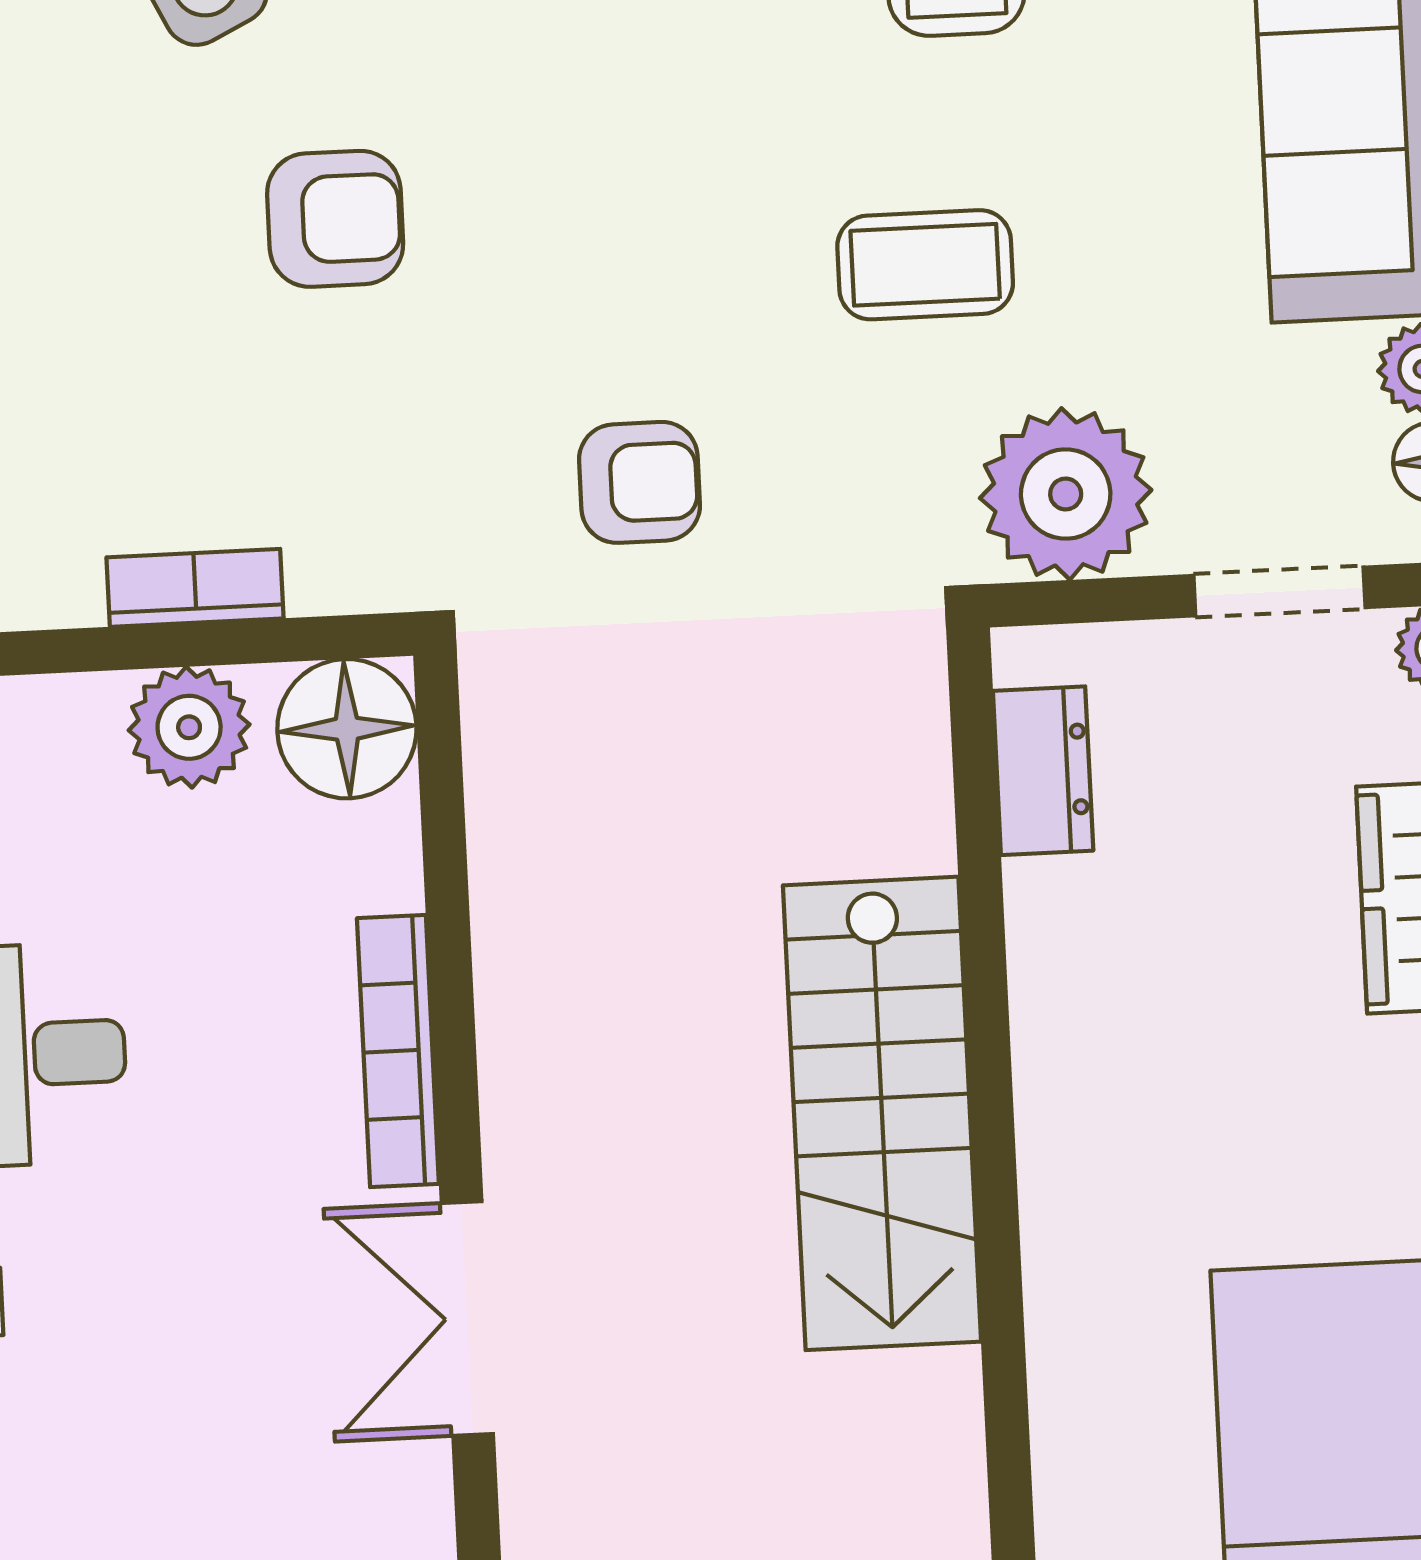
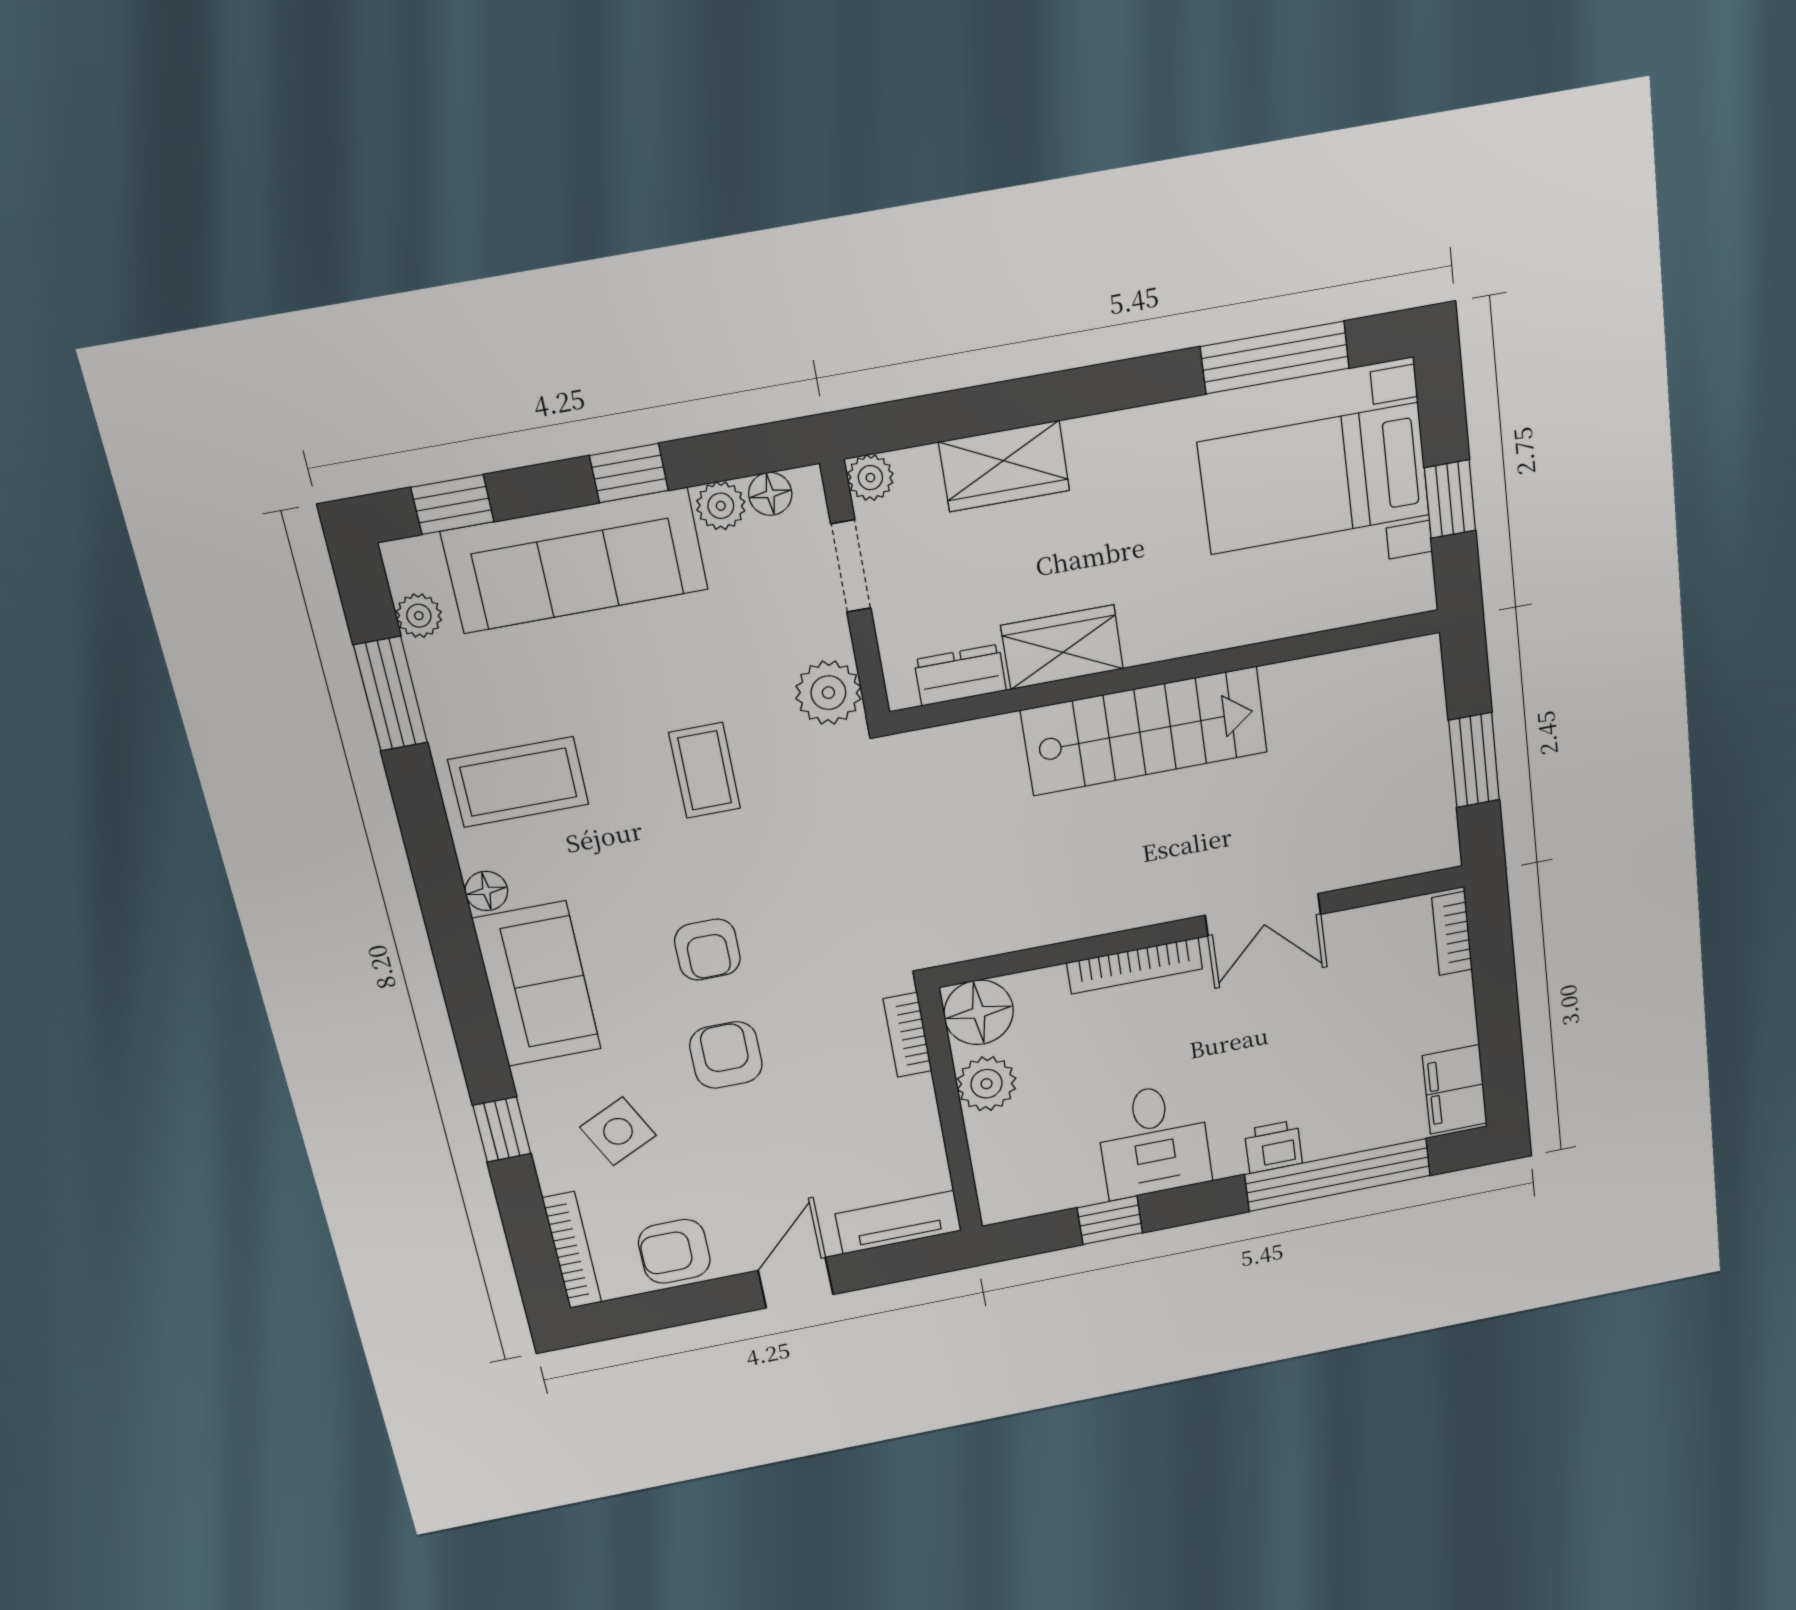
armchair: (639, 482) -> (707, 950), moved, turned 180
plant: (1066, 494) -> (828, 693), width x0.73, depth x0.73
bookcase: (195, 588) -> (907, 1035), moved
wardrobe: (1070, 970) -> (1062, 647), added

